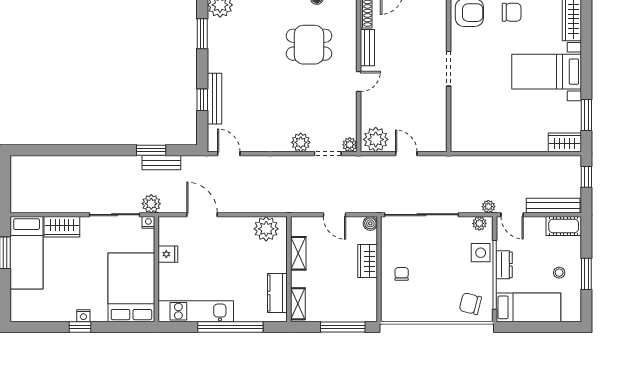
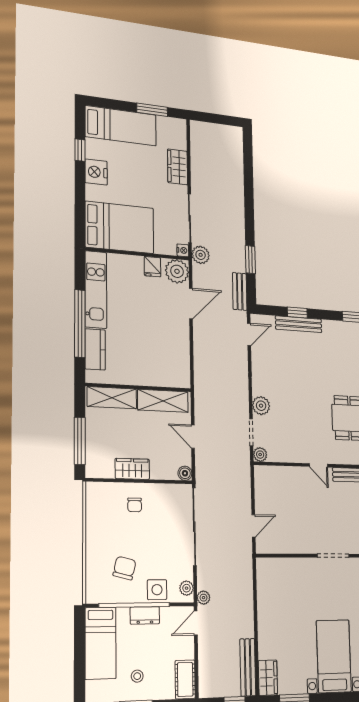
plant: (376, 139) -> (266, 481), removed
door: (406, 154) -> (253, 526), moved
bench: (161, 163) -> (240, 291), moved
bench: (553, 206) -> (248, 667), moved
door: (334, 215) -> (193, 437), hinge flipped
plant: (266, 229) -> (177, 271), moved
bed: (27, 253) -> (121, 126), moved, turned 180
shelving: (298, 253) -> (163, 401), width x1.50, depth x1.33
wardrobe: (368, 261) -> (132, 469), moved
chair: (402, 274) -> (135, 505), turned 90
kitchen counter: (277, 293) -> (95, 349), moved, turned 90
shelving: (298, 304) -> (112, 398), width x1.50, depth x1.33
chair: (470, 304) -> (124, 568), moved
nightstand: (83, 316) -> (96, 172), width x1.89, depth x1.79
window: (80, 327) -> (80, 150), moved

